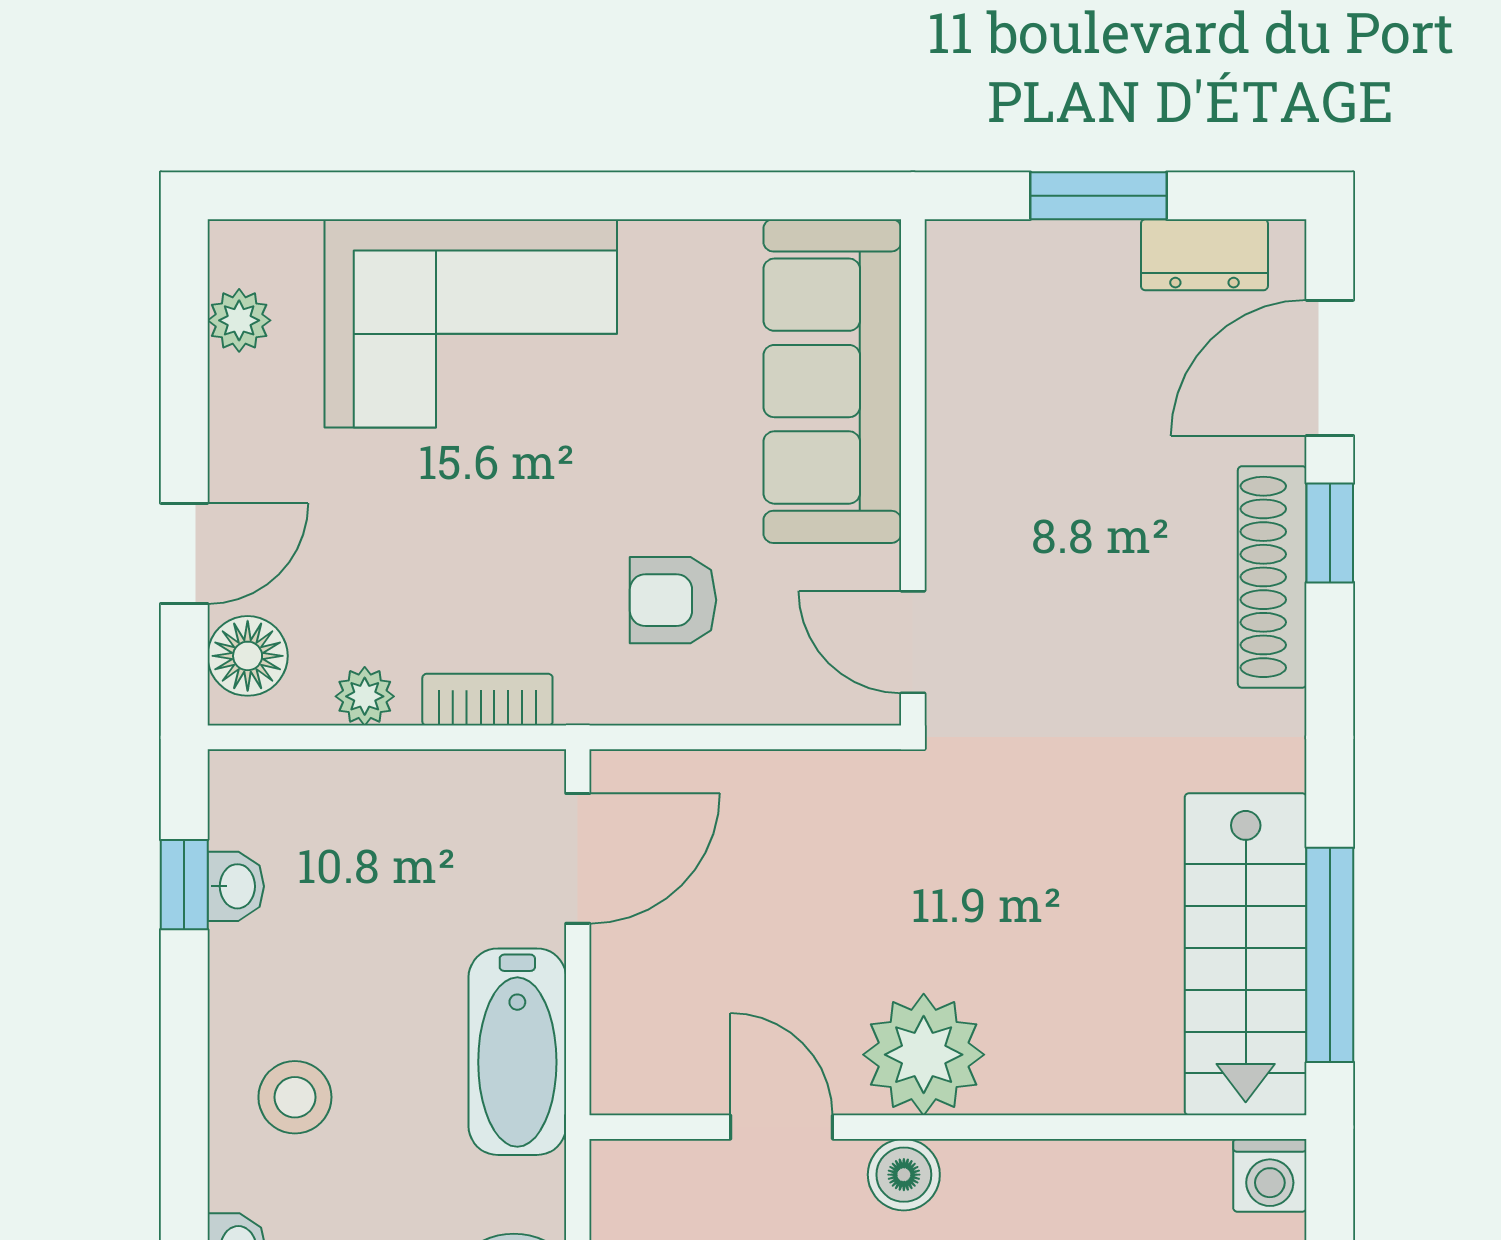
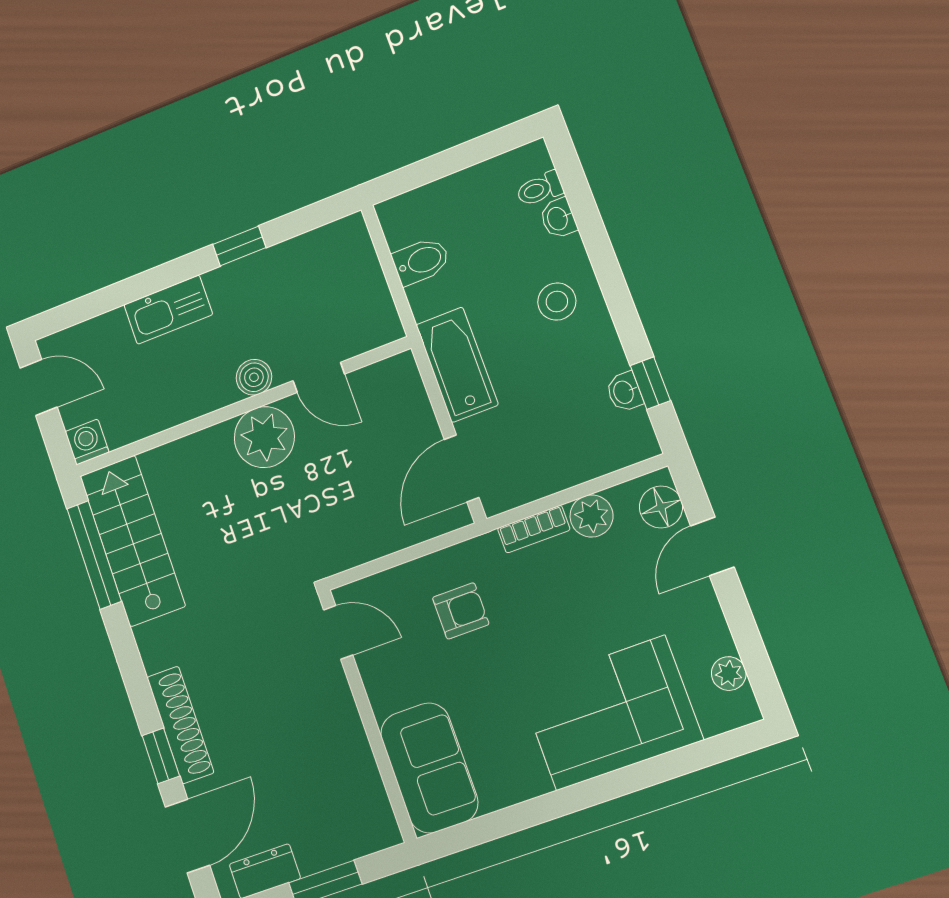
sofa: (832, 381) -> (429, 768), width x0.73
plant: (365, 696) -> (592, 516), width x1.38, depth x1.38

